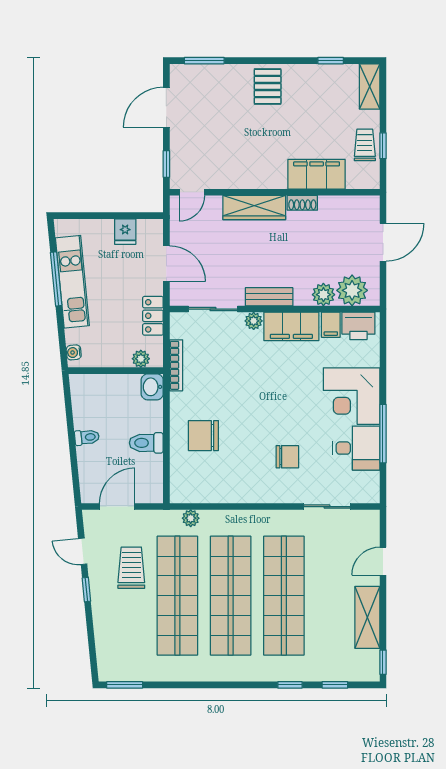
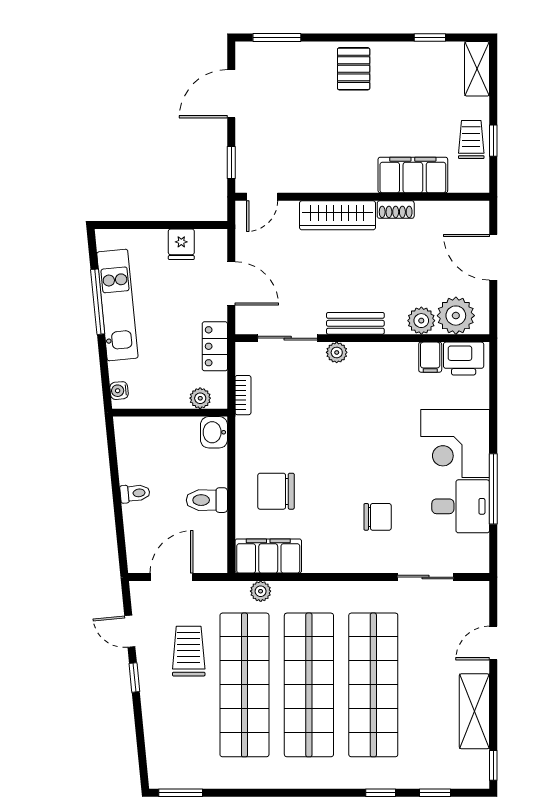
door: (383, 242) -> (493, 257), swing flipped
filing cabinet: (291, 326) -> (268, 556), moved, turned 180
bookcase: (176, 365) -> (243, 395), width x0.64

